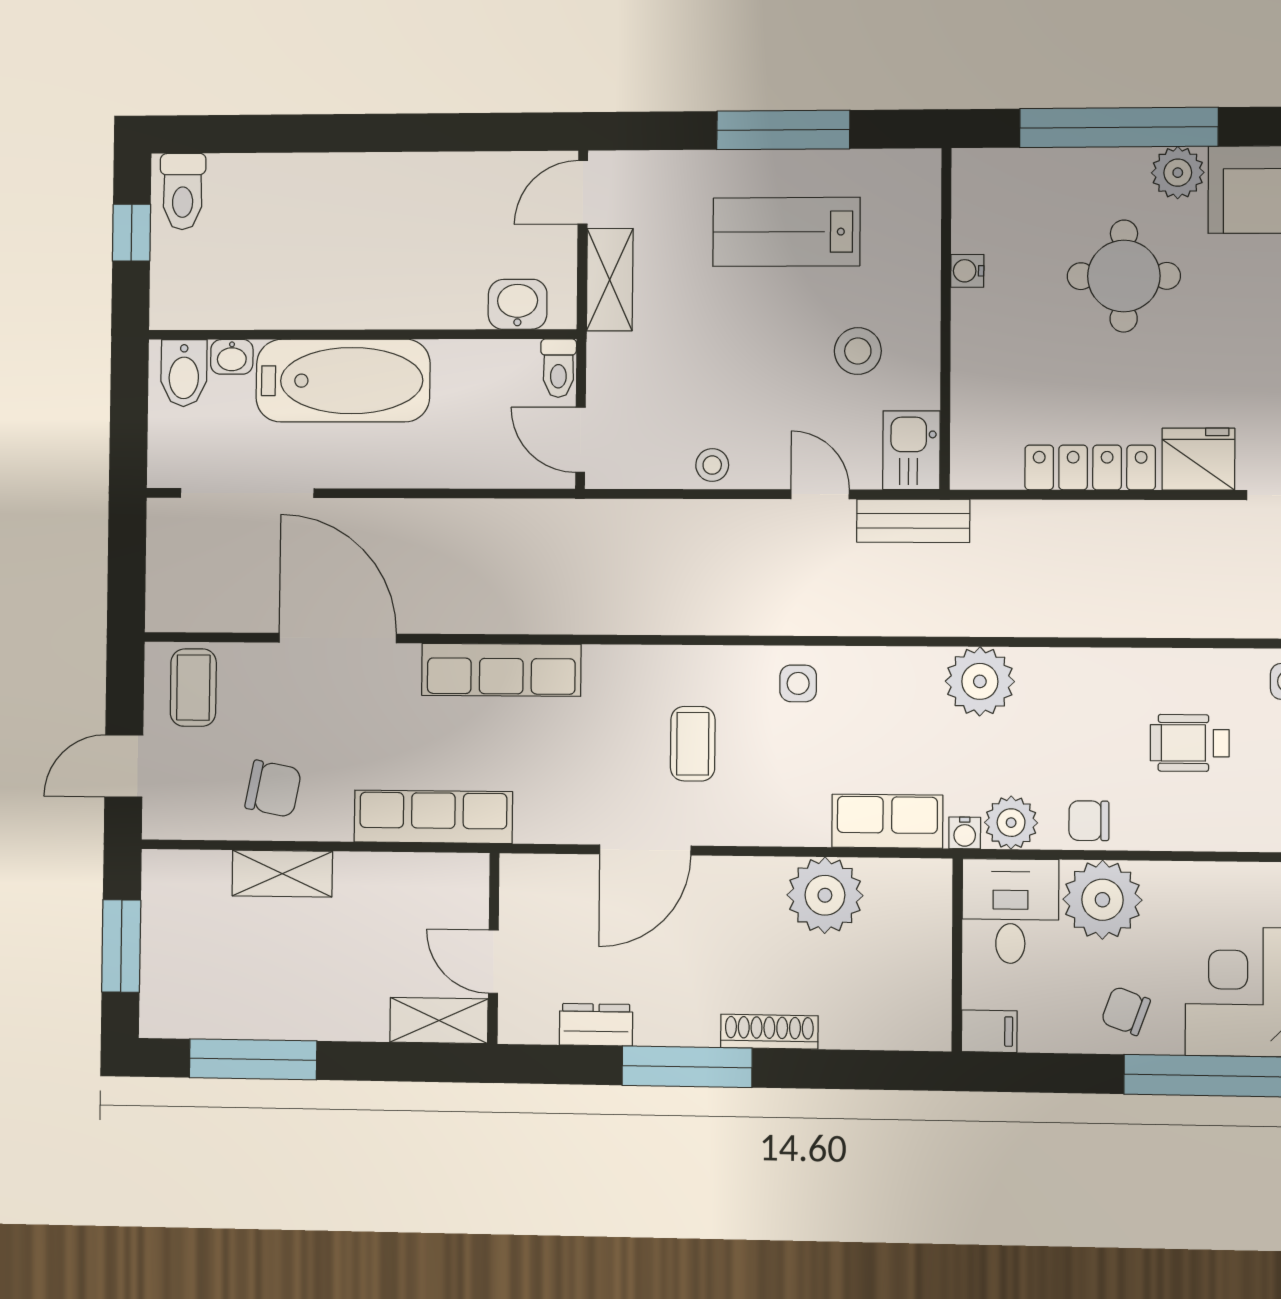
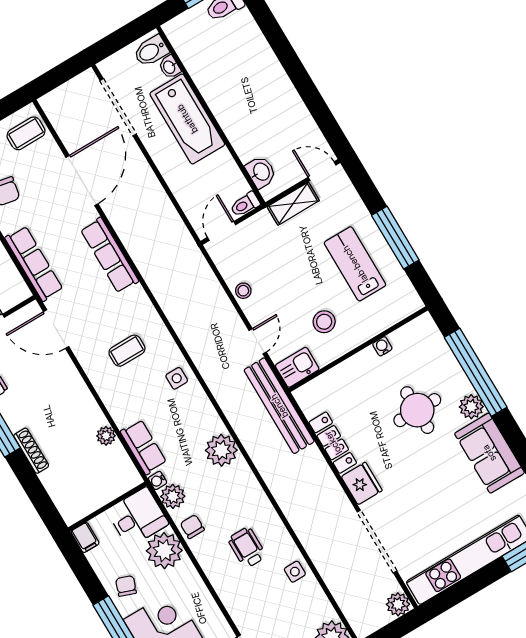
bench: (913, 521) -> (279, 406), width x1.86, depth x1.21
door: (645, 850) -> (56, 329), moved
plant: (825, 895) -> (106, 436), width x0.53, depth x0.53

